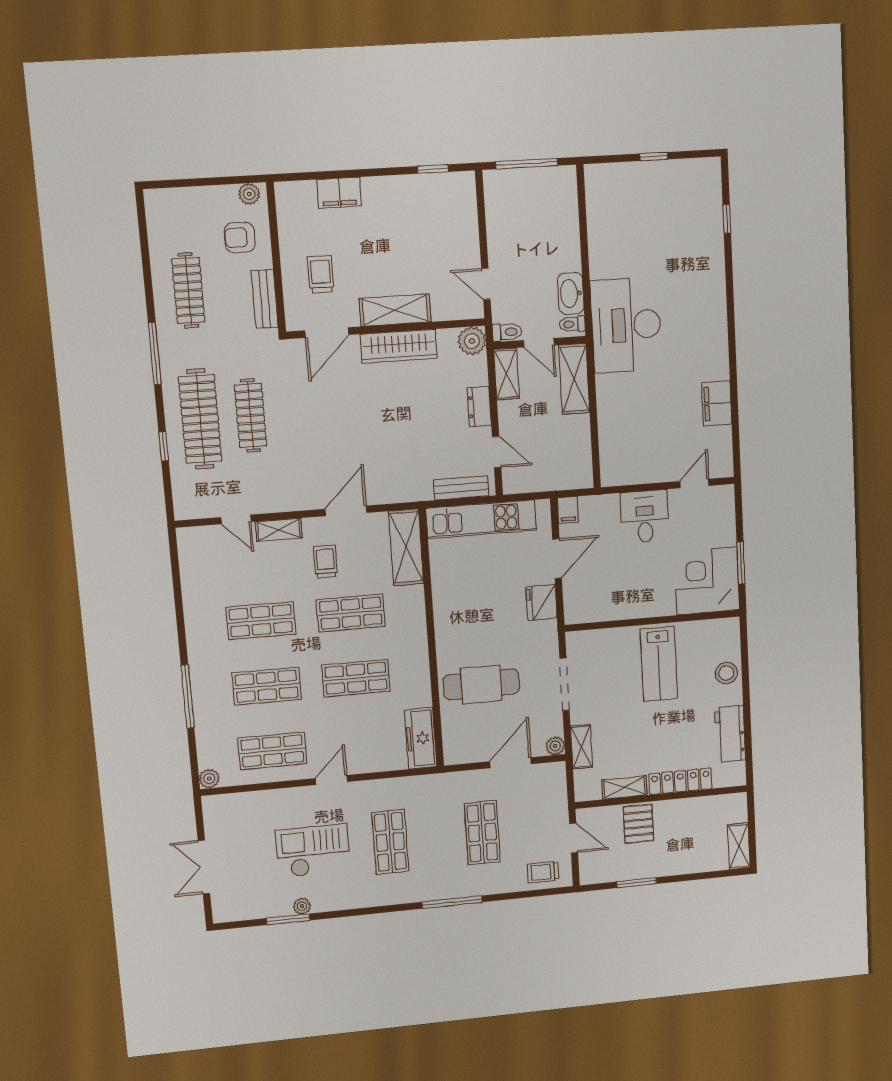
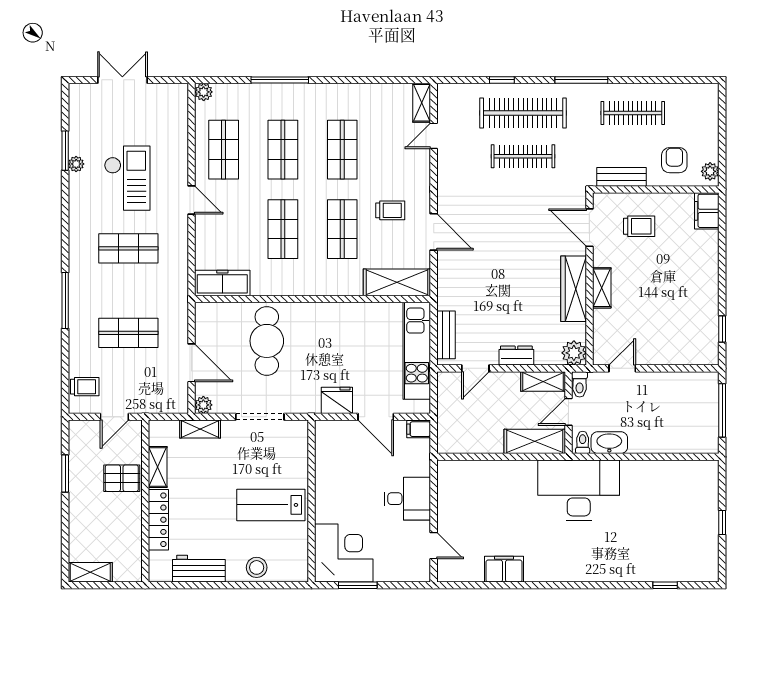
filing cabinet: (339, 193) -> (707, 211), moved
shelving: (395, 310) -> (602, 288), width x0.67, depth x0.75
shelving: (279, 530) -> (422, 103), moved
trolley: (543, 872) -> (85, 387), turned 90

